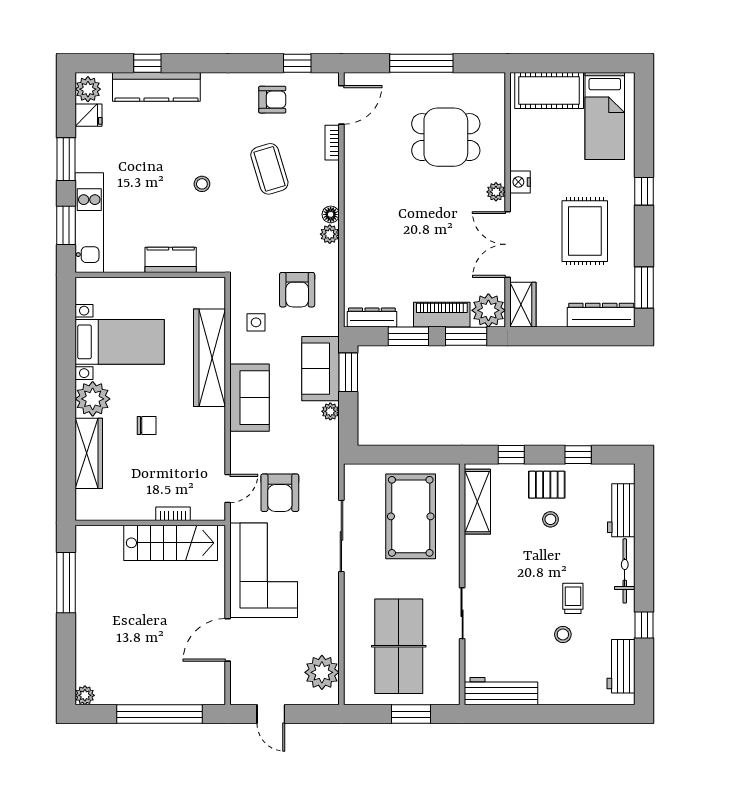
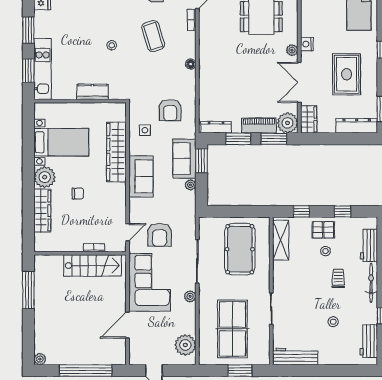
plant: (330, 234) -> (190, 296), moved
trolley: (573, 598) -> (338, 279), moved

